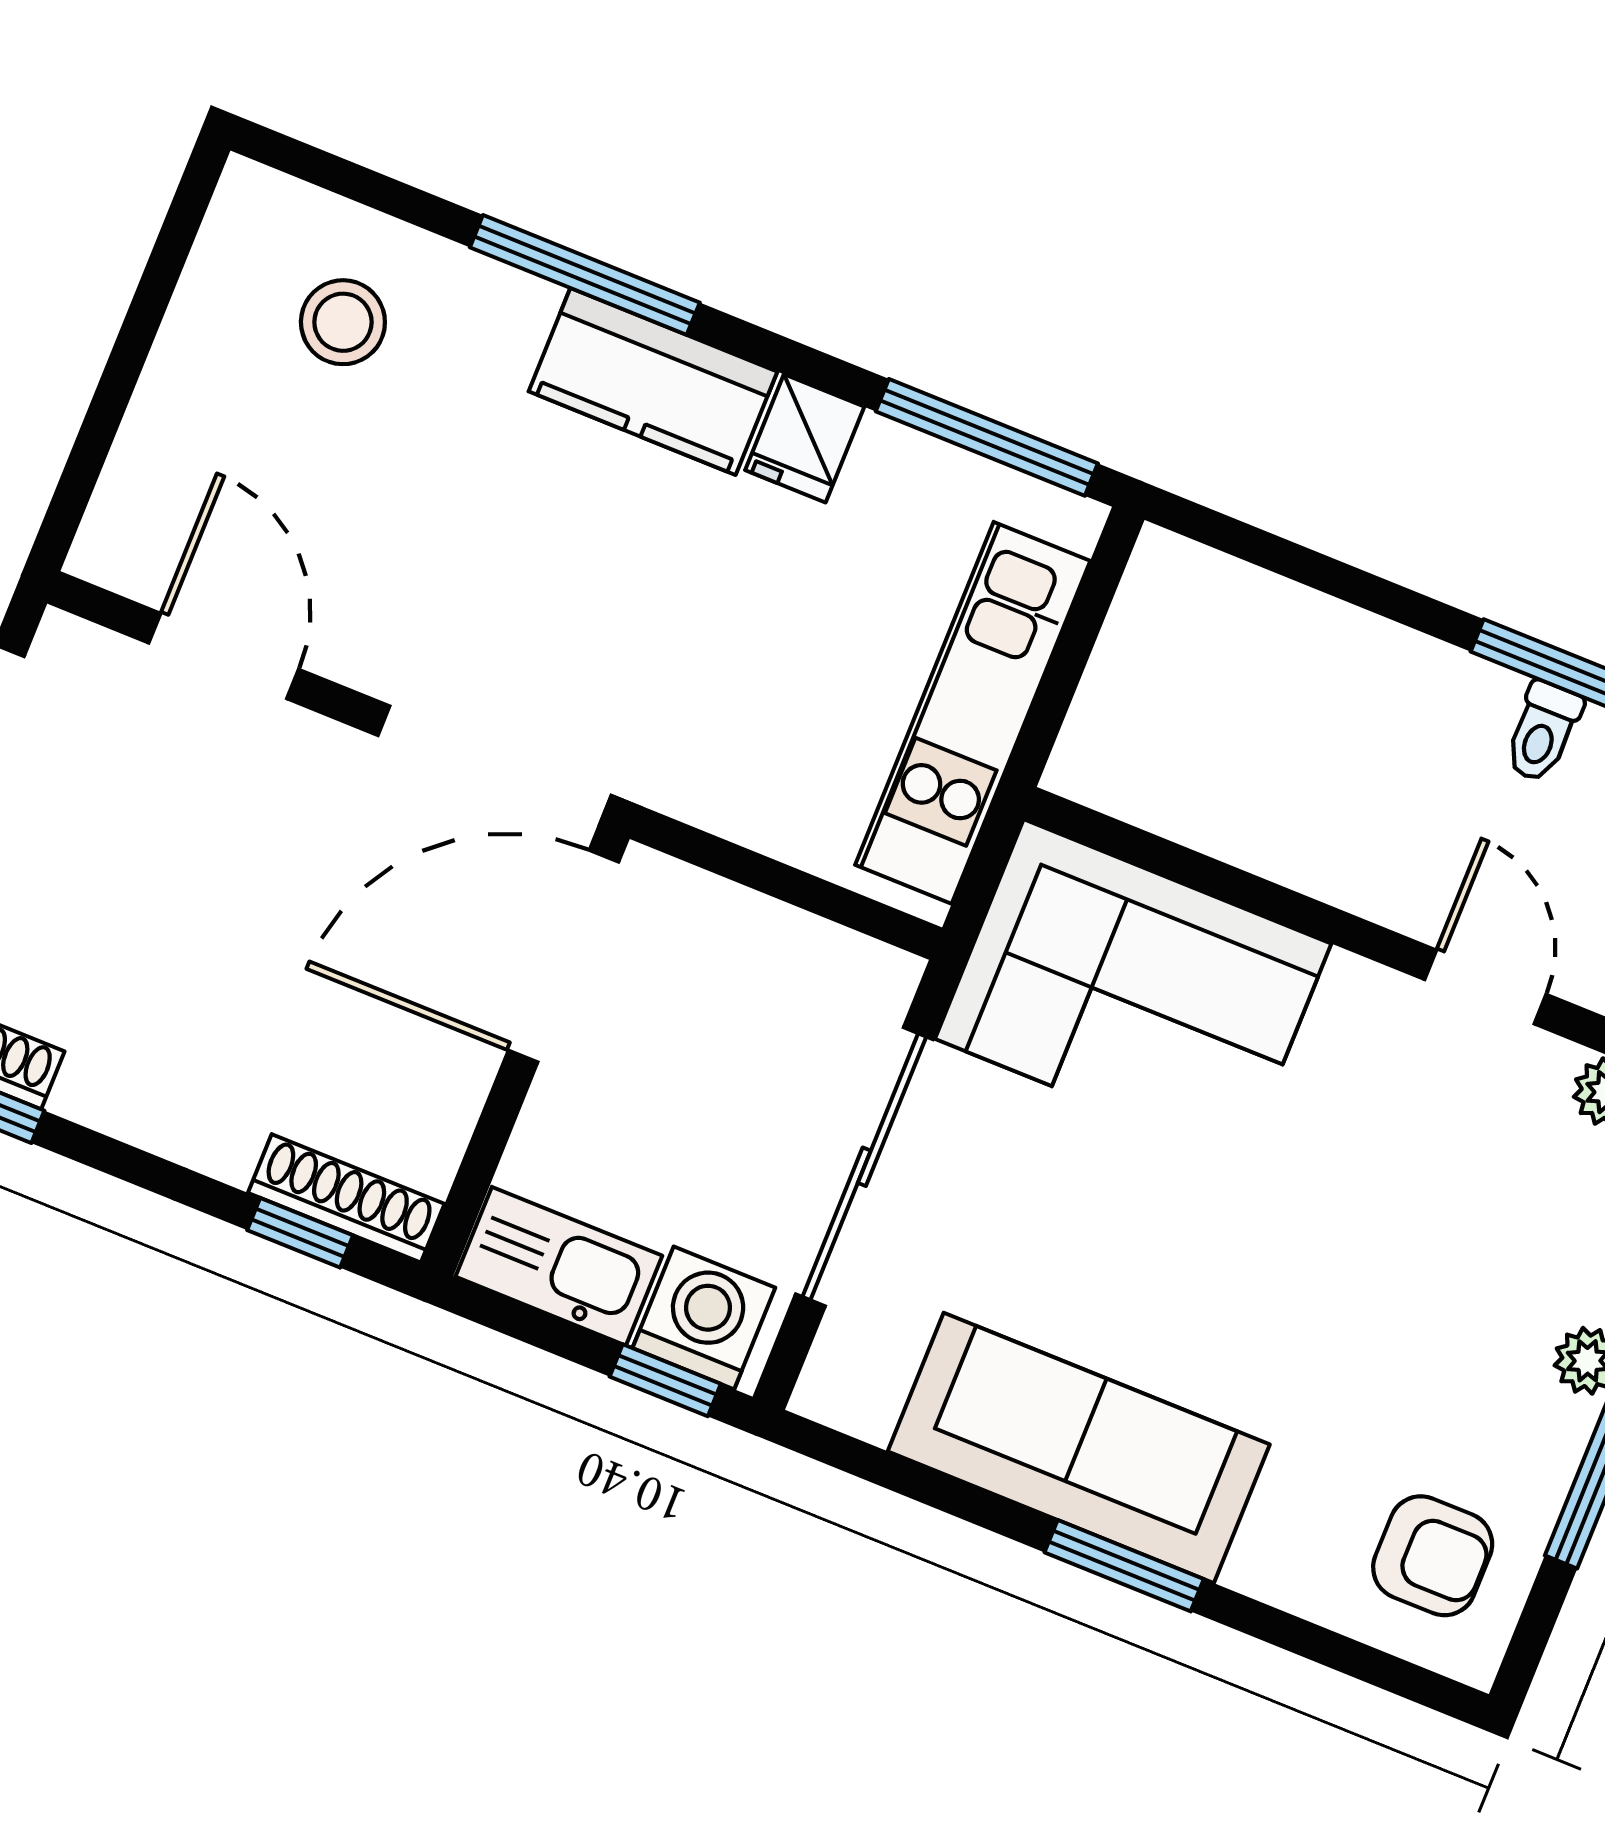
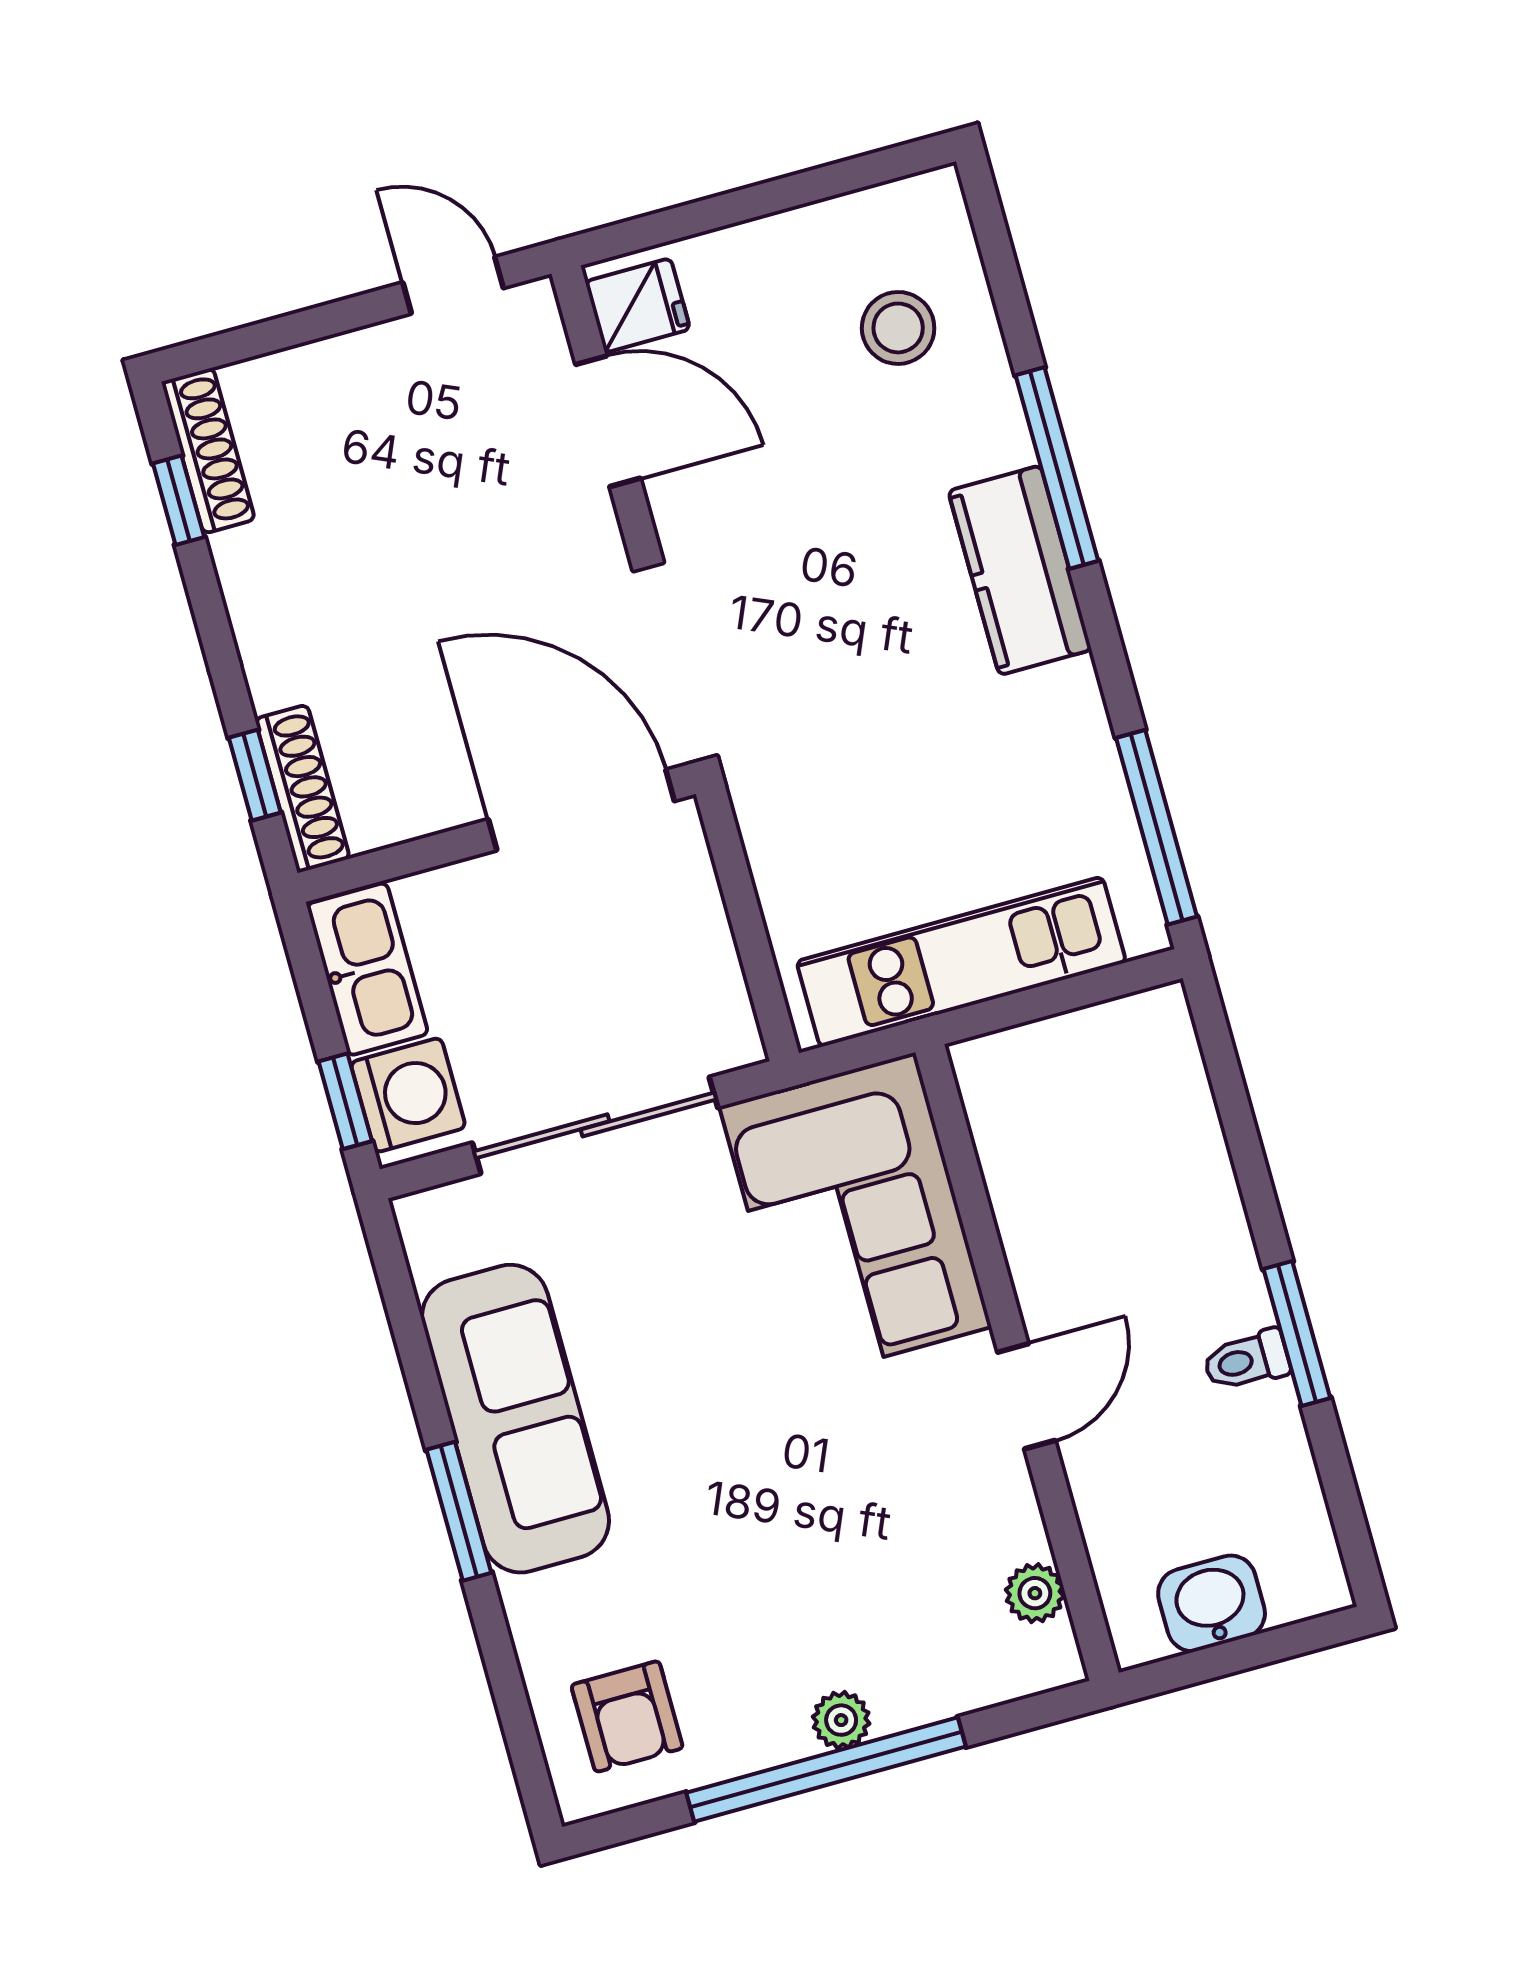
fridge: (805, 438) -> (638, 305), moved, turned 180
door: (224, 656) -> (608, 421), hinge flipped
door: (1485, 987) -> (1026, 1396), moved

